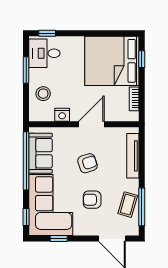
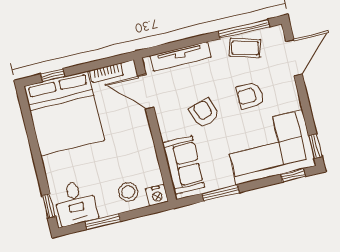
nightstand: (62, 115) -> (157, 195), moved, turned 90
door: (91, 124) -> (146, 92), moved
sofa: (41, 153) -> (183, 165), moved, turned 90
window: (26, 161) -> (221, 193), width x0.47
armchair: (92, 200) -> (250, 96), turned 90
window: (59, 239) -> (315, 146), moved

